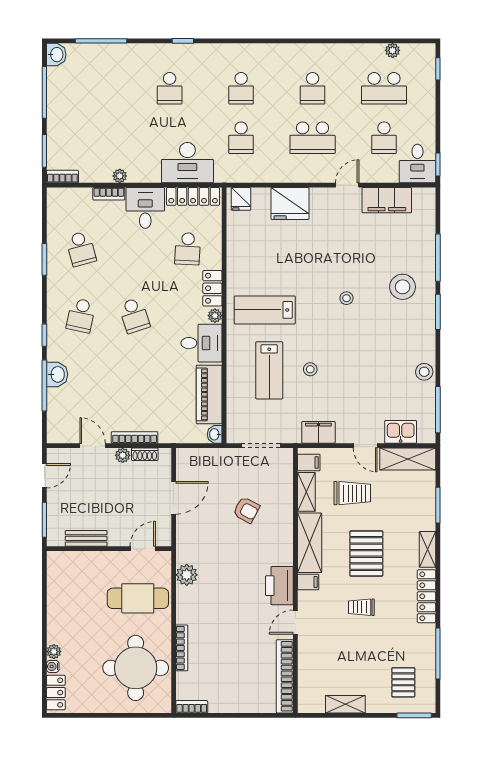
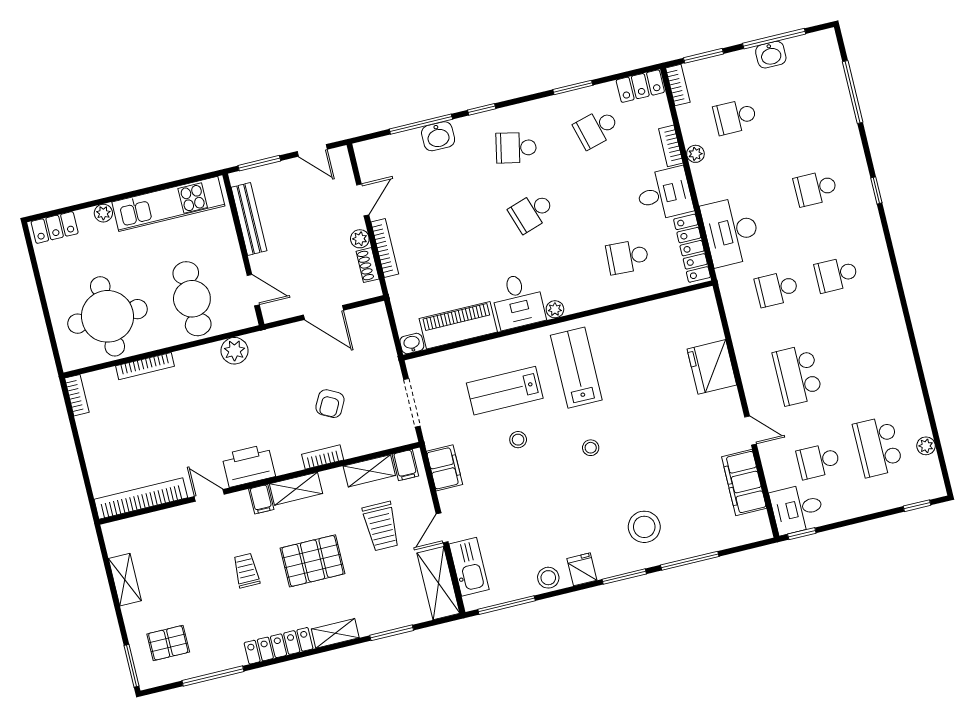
washbasin: (56, 55) -> (771, 55), moved
school desk: (313, 88) -> (735, 117), moved
fridge: (241, 199) -> (582, 569), moved, turned 90
locker: (212, 288) -> (640, 86), moved, turned 180
stool: (346, 298) -> (591, 448), moved
kitchen sink: (401, 432) -> (469, 567), width x1.38
bookcase: (287, 526) -> (323, 457), added
bench: (86, 538) -> (249, 219), width x1.36
shelving: (310, 543) -> (296, 489), width x0.67, depth x0.75
kitchen unit: (59, 599) -> (168, 204), added
water cooler: (53, 666) -> (85, 216), removed

